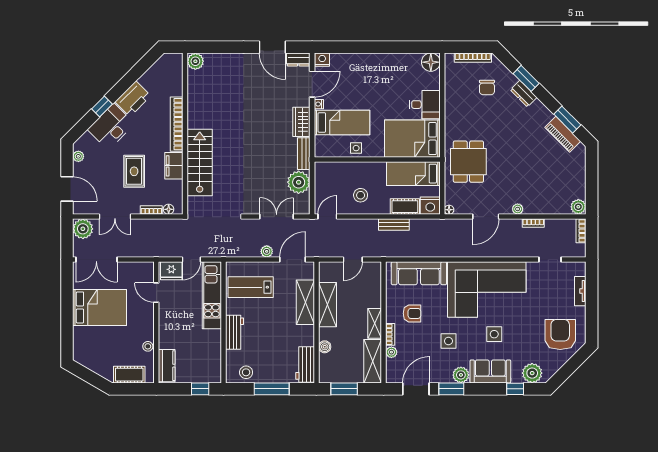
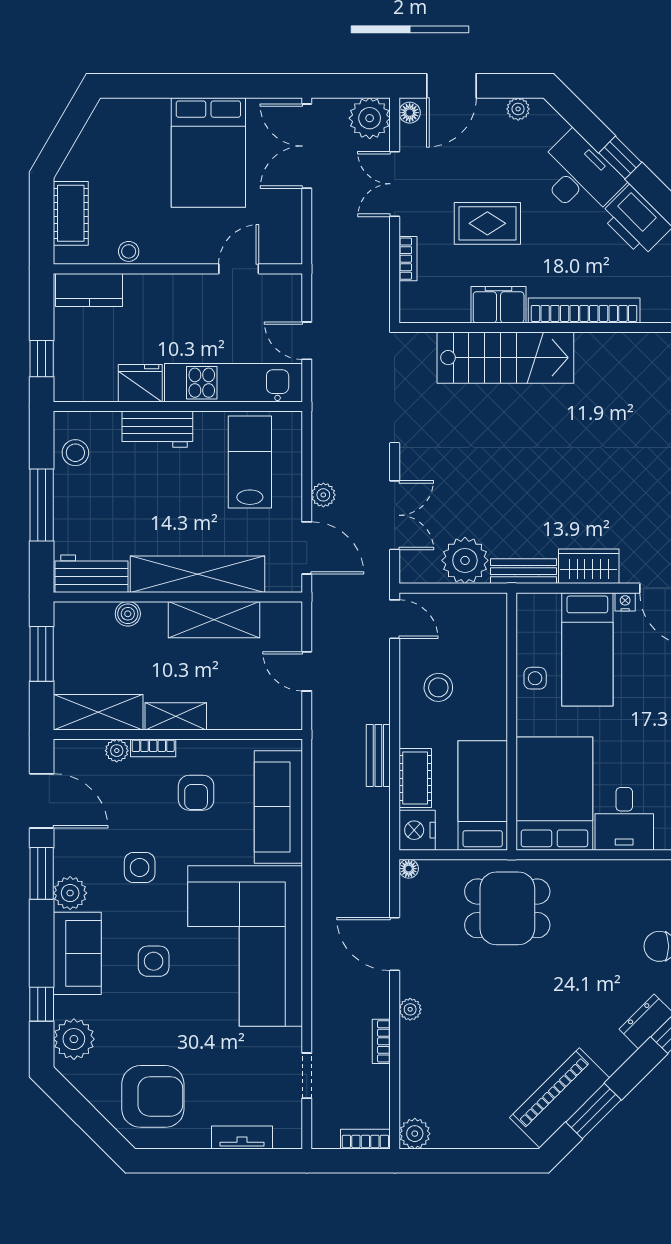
piano: (563, 134) -> (560, 1098), width x1.37, depth x1.33
floor lamp: (169, 209) -> (410, 113), moved
fridge: (171, 271) -> (140, 383), moved, turned 90
shelving: (305, 302) -> (198, 574), width x1.47

